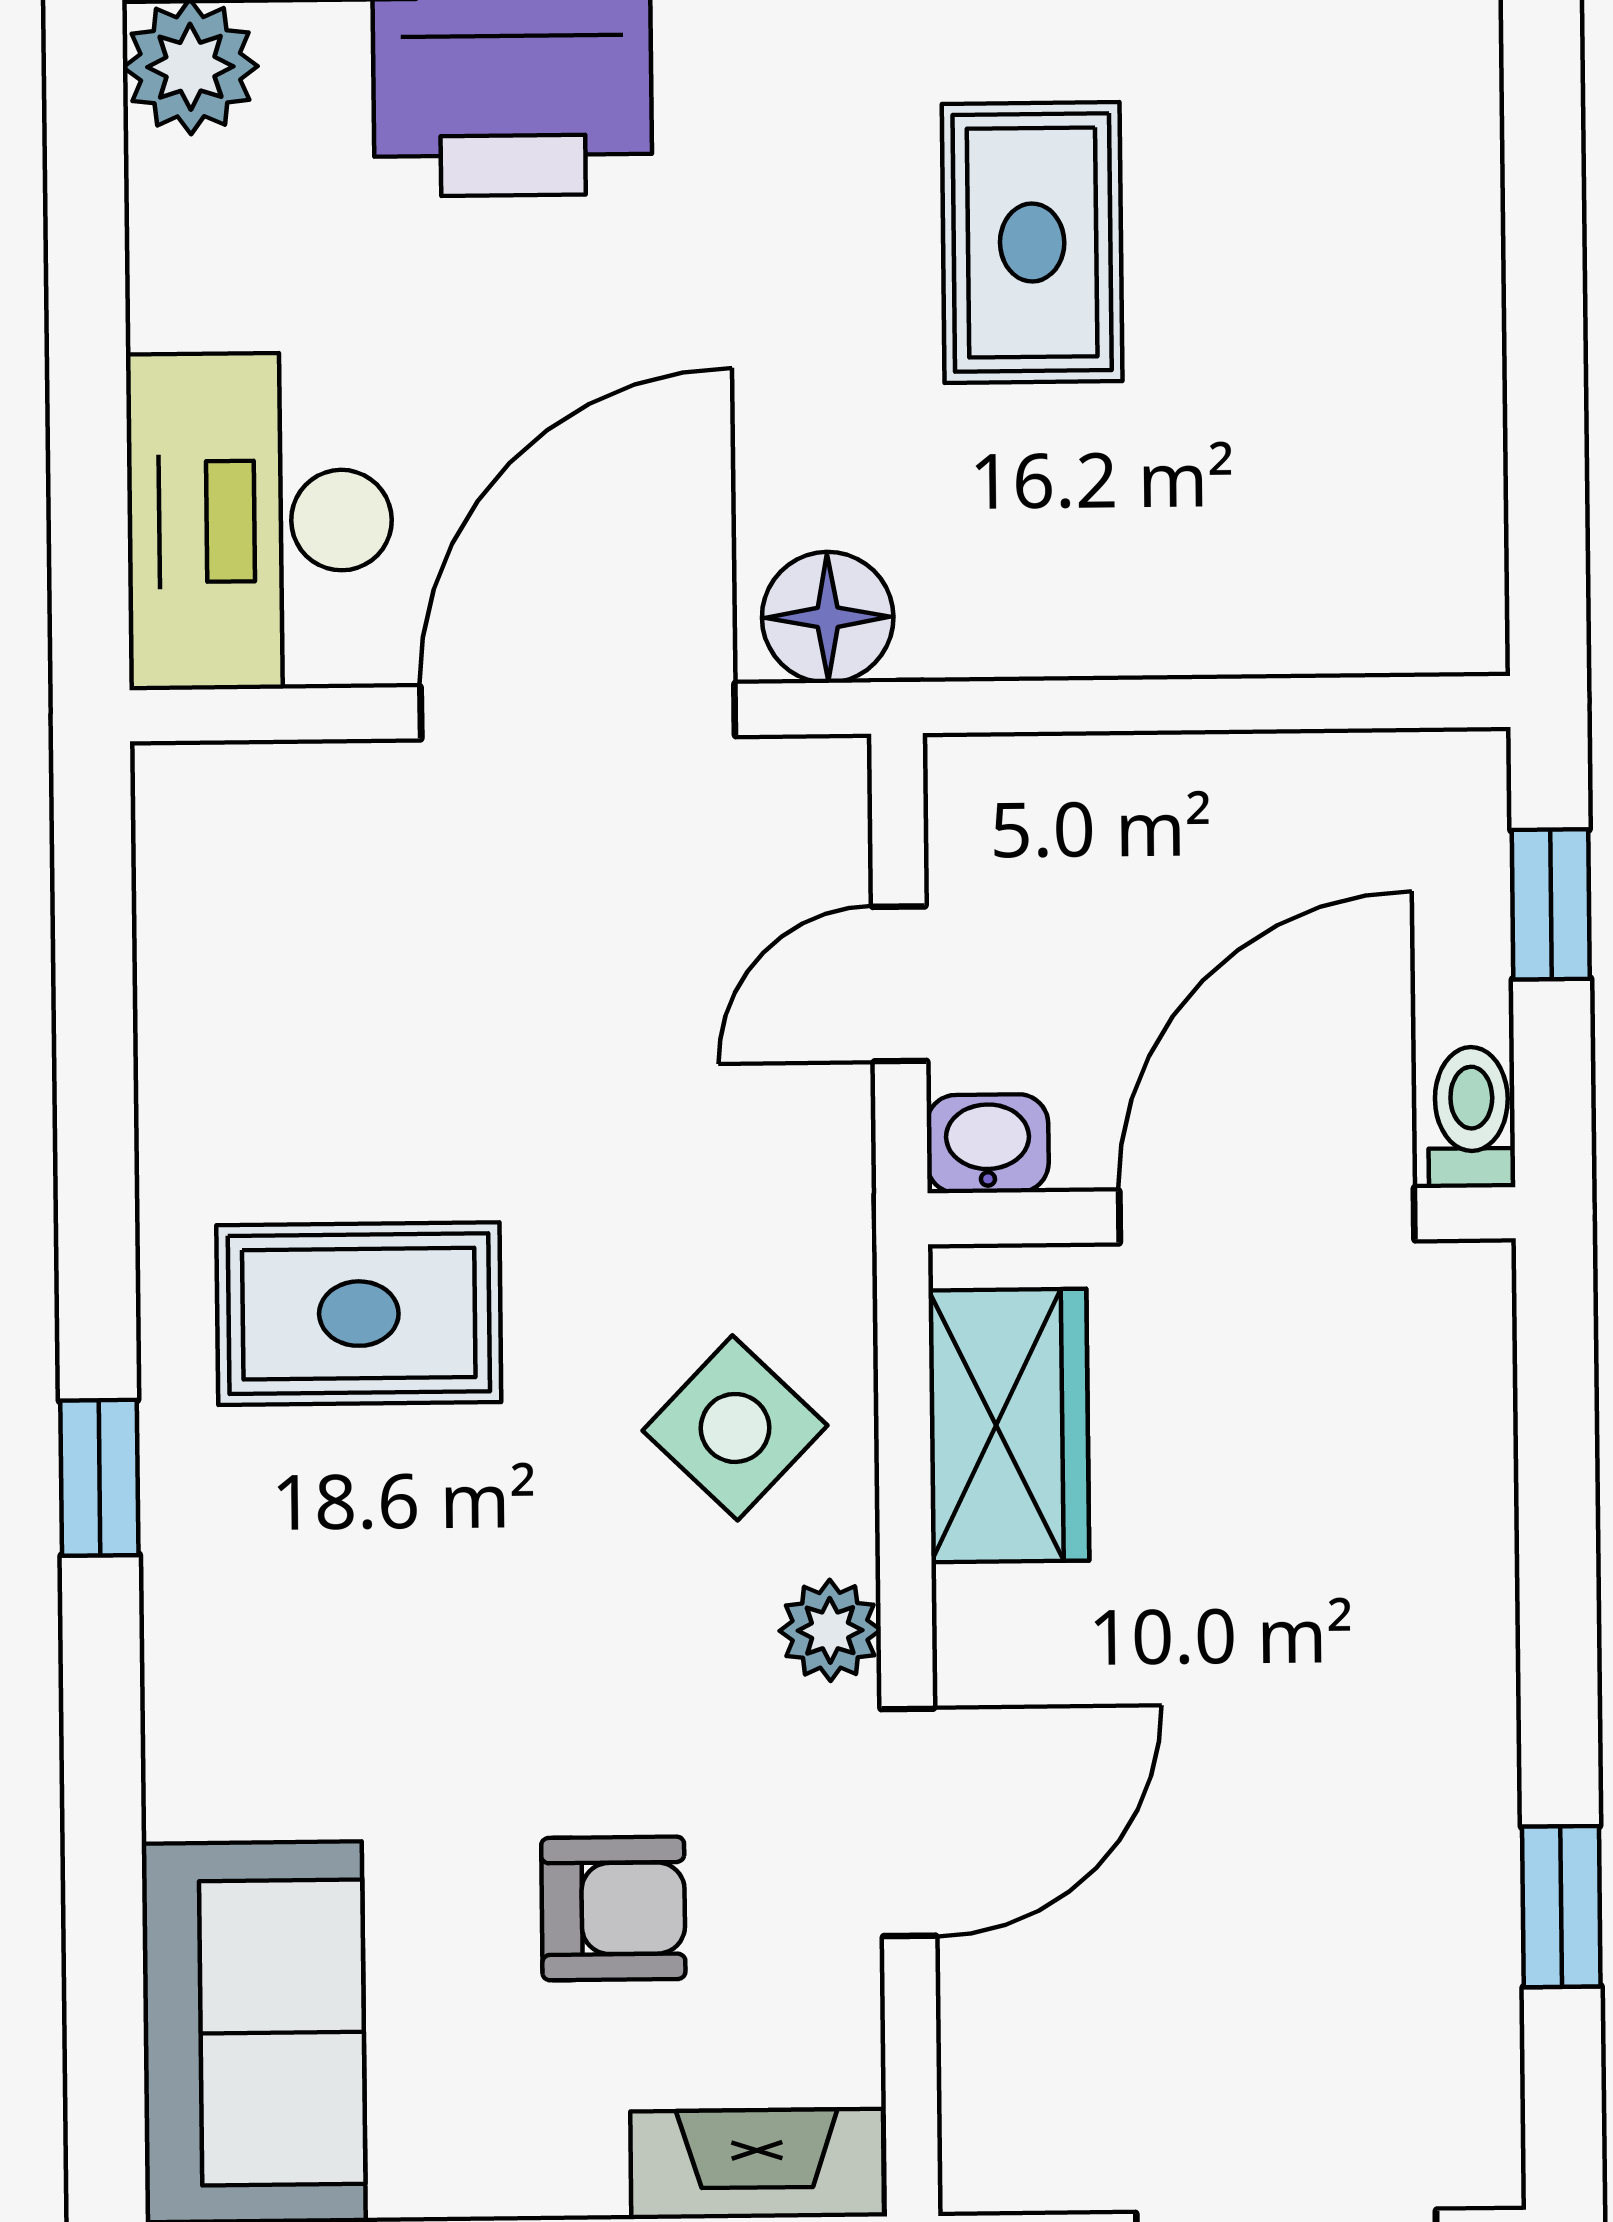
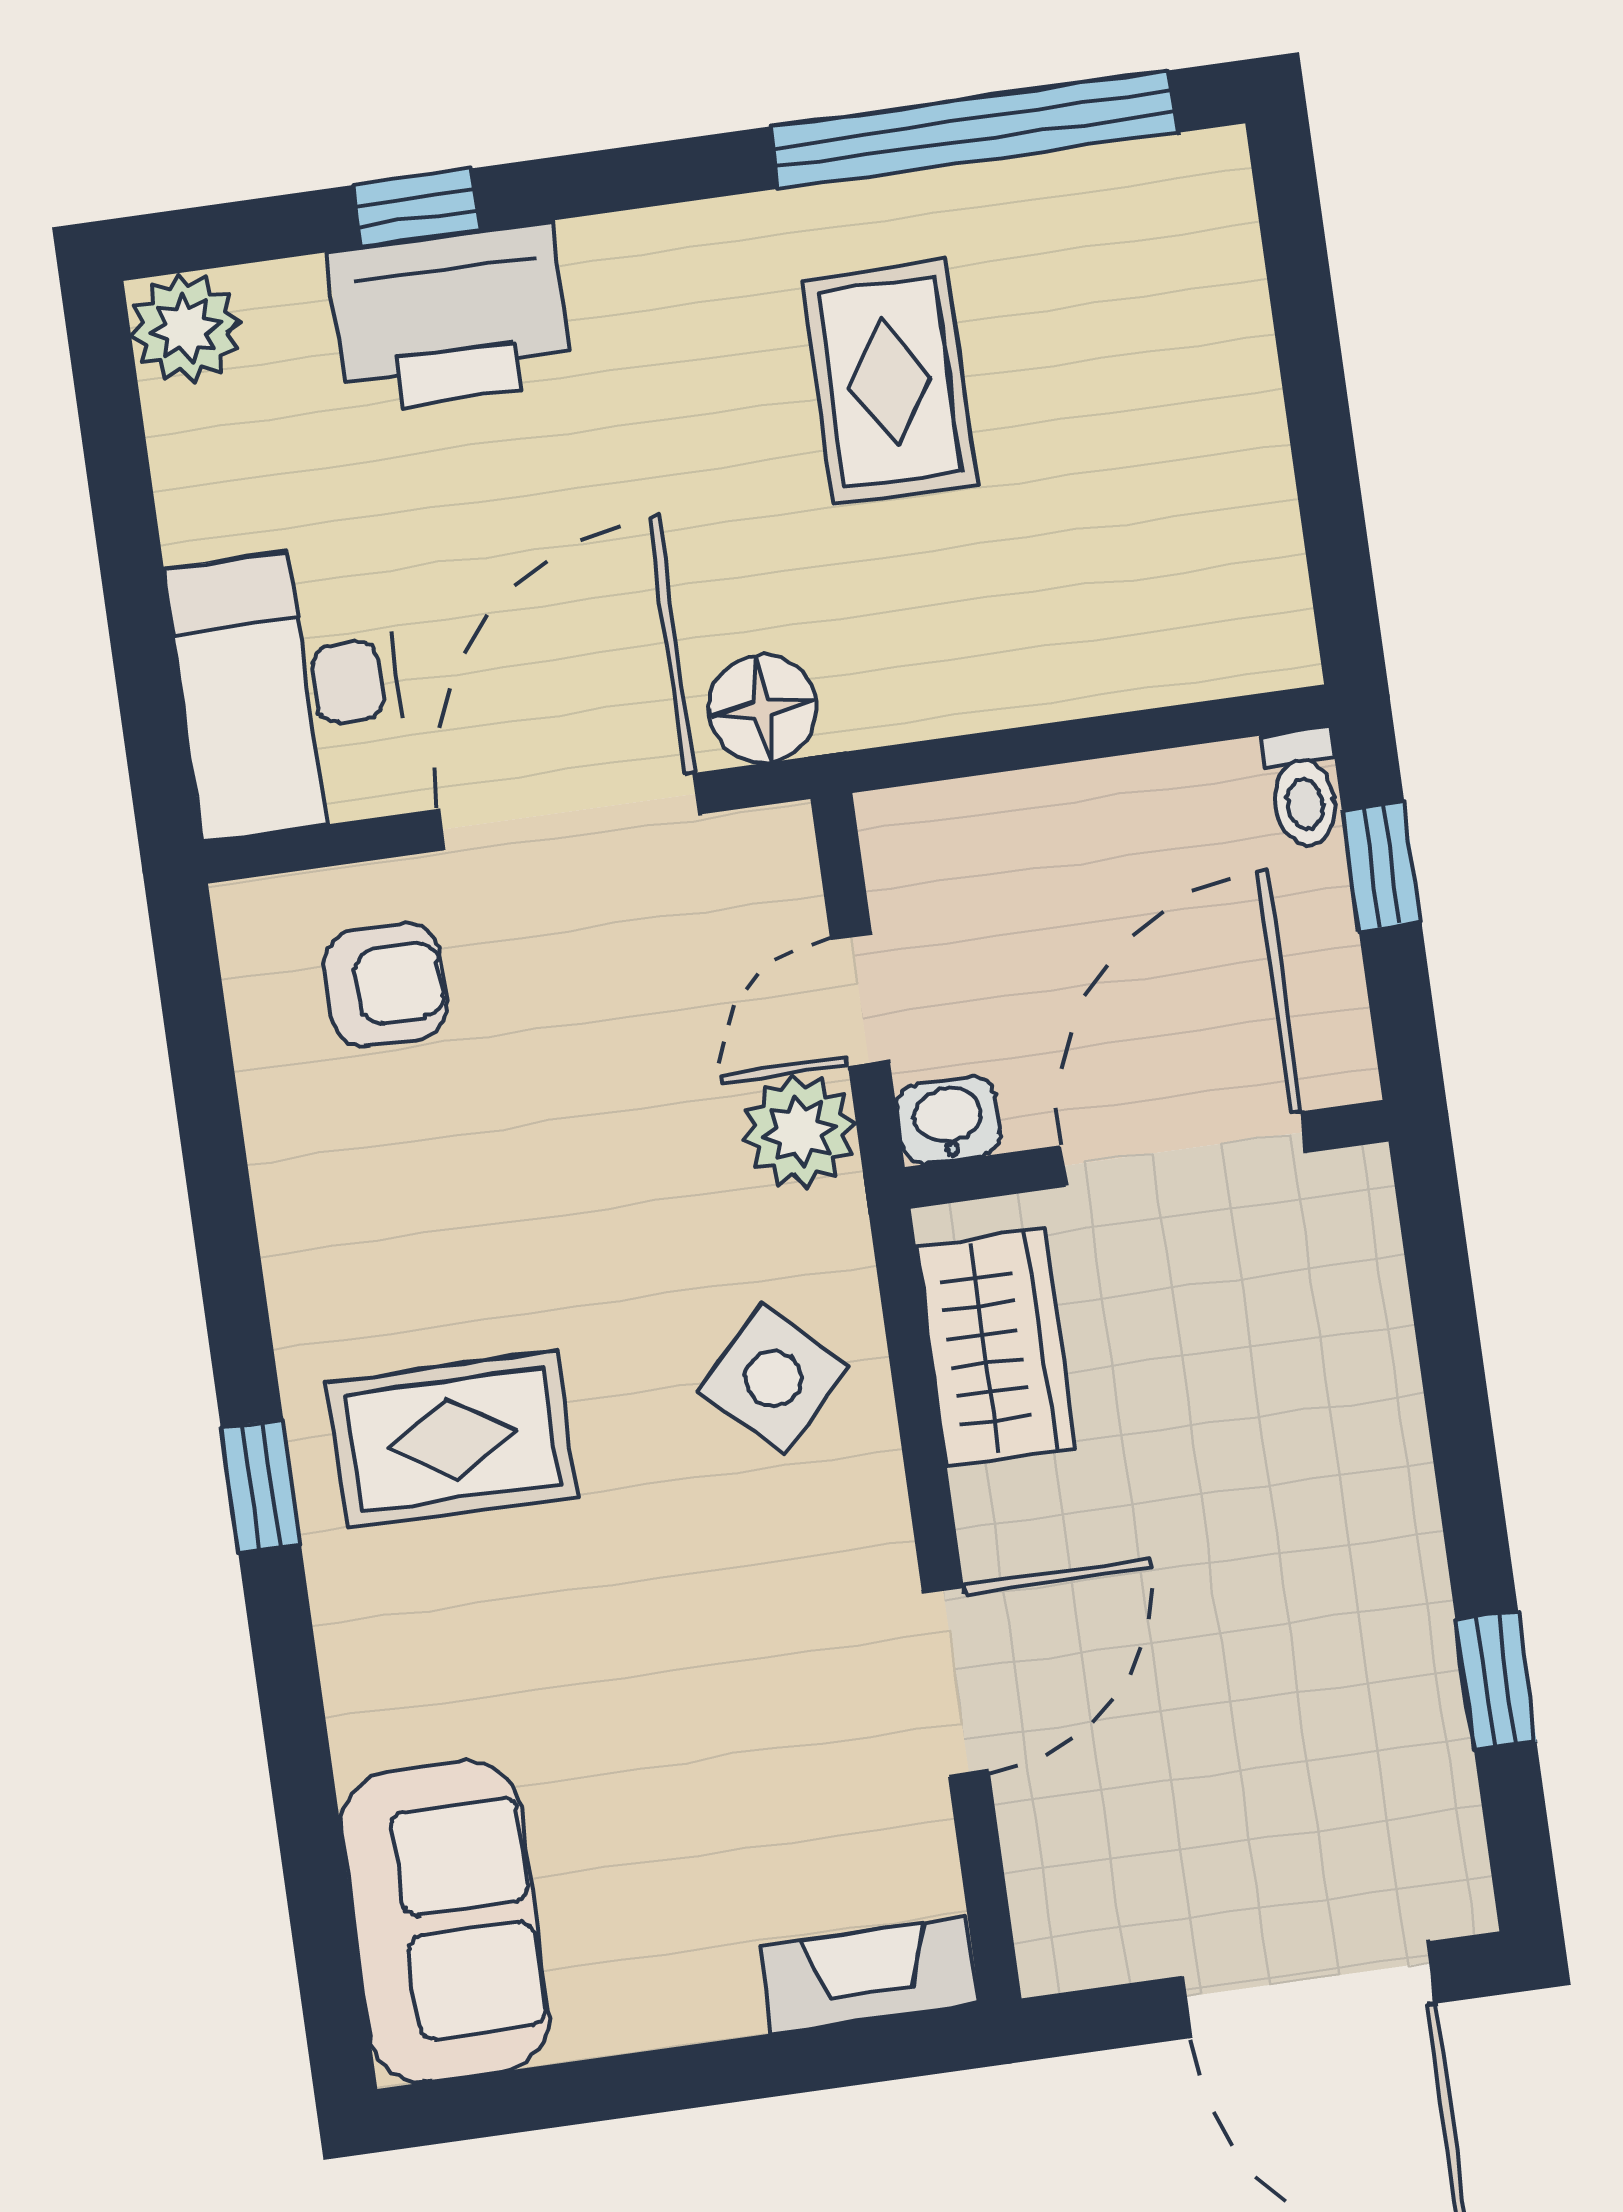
toilet: (1472, 1117) -> (1303, 788), moved, turned 180
rug: (359, 1314) -> (452, 1439), moved
plant: (830, 1630) -> (799, 1131), moved, width x1.38, depth x1.38
armchair: (613, 1908) -> (386, 985), moved

